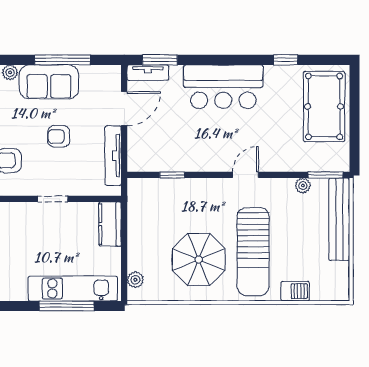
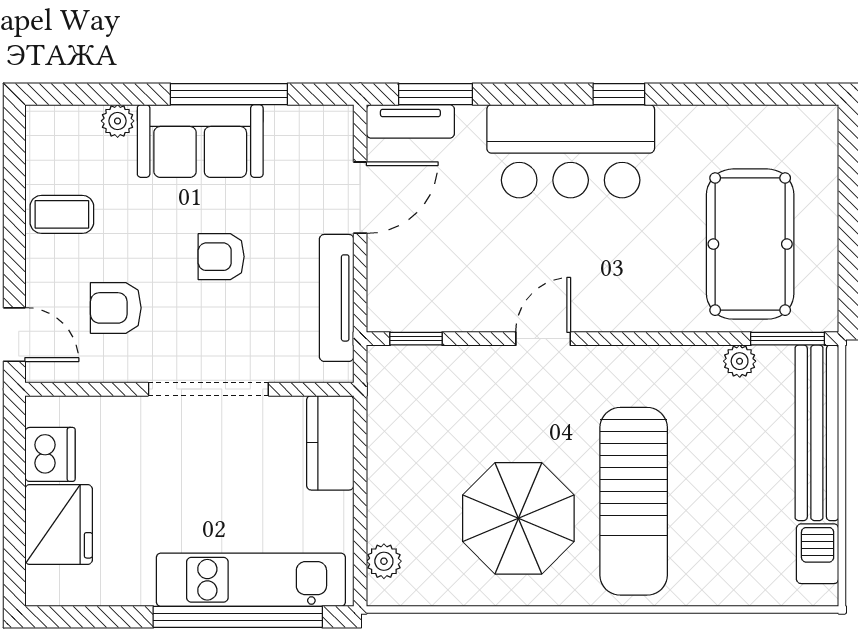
window: (286, 60) -> (619, 94), moved
pool table: (324, 106) -> (750, 244), moved
window: (172, 175) -> (416, 339), moved
door: (245, 175) -> (543, 339), moved
doorway: (53, 199) -> (208, 389), width x1.87
barbecue: (295, 291) -> (818, 554), moved, turned -90
window: (67, 306) -> (238, 617), width x1.46

